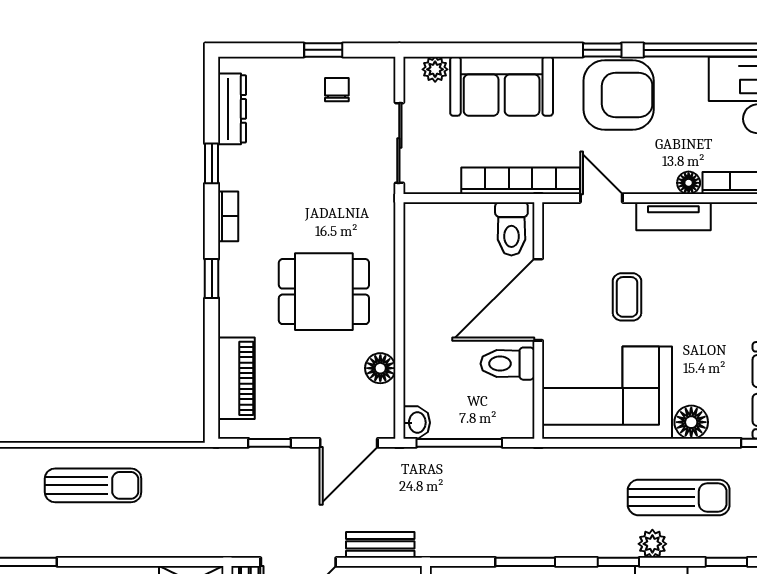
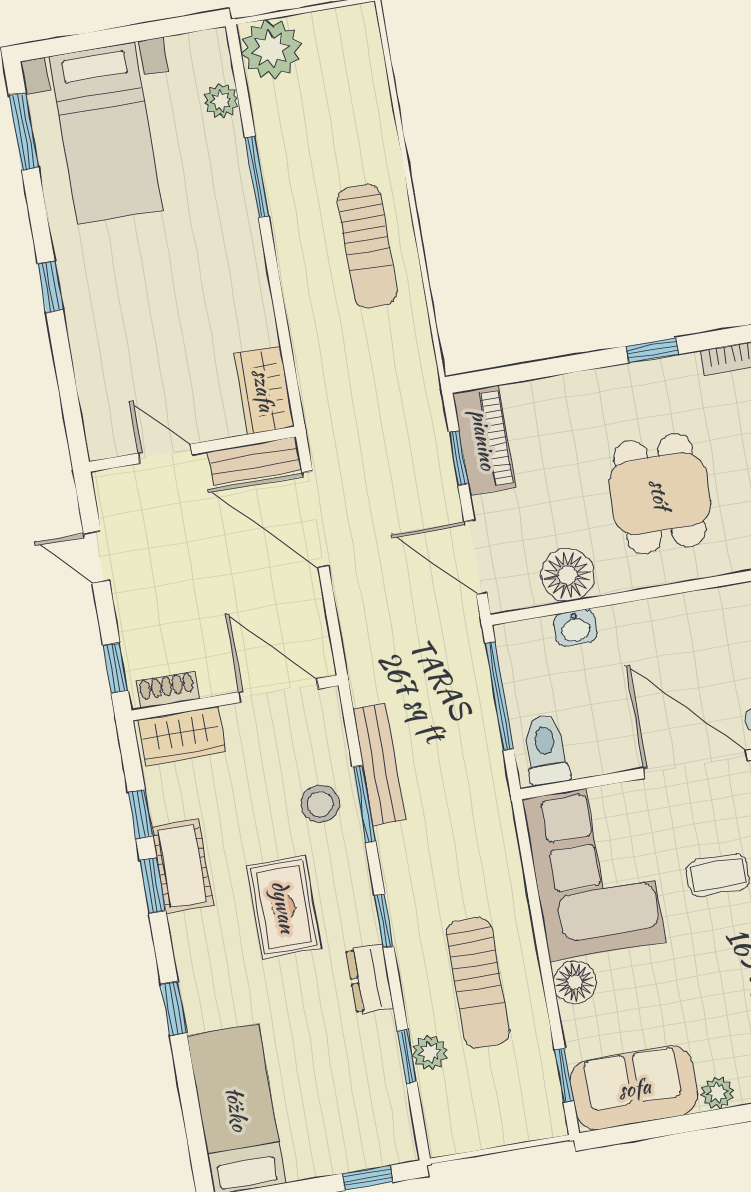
toilet: (507, 364) -> (546, 750), moved
floor lamp: (380, 368) -> (568, 575), width x1.38, depth x1.38
piano: (236, 378) -> (484, 440), moved, turned -90
washbasin: (417, 423) -> (575, 628), moved
plant: (652, 544) -> (430, 1053), moved
bench: (380, 545) -> (379, 764), moved, width x1.36

